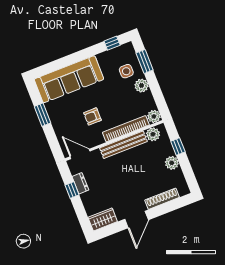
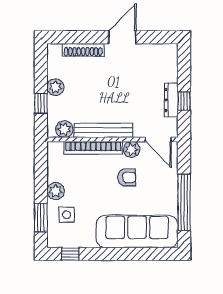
window: (43, 115) -> (184, 202), width x2.11
plant: (154, 116) -> (132, 149), moved
dresser: (80, 183) -> (171, 100), width x1.44
wardrobe: (103, 219) -> (162, 53), removed

